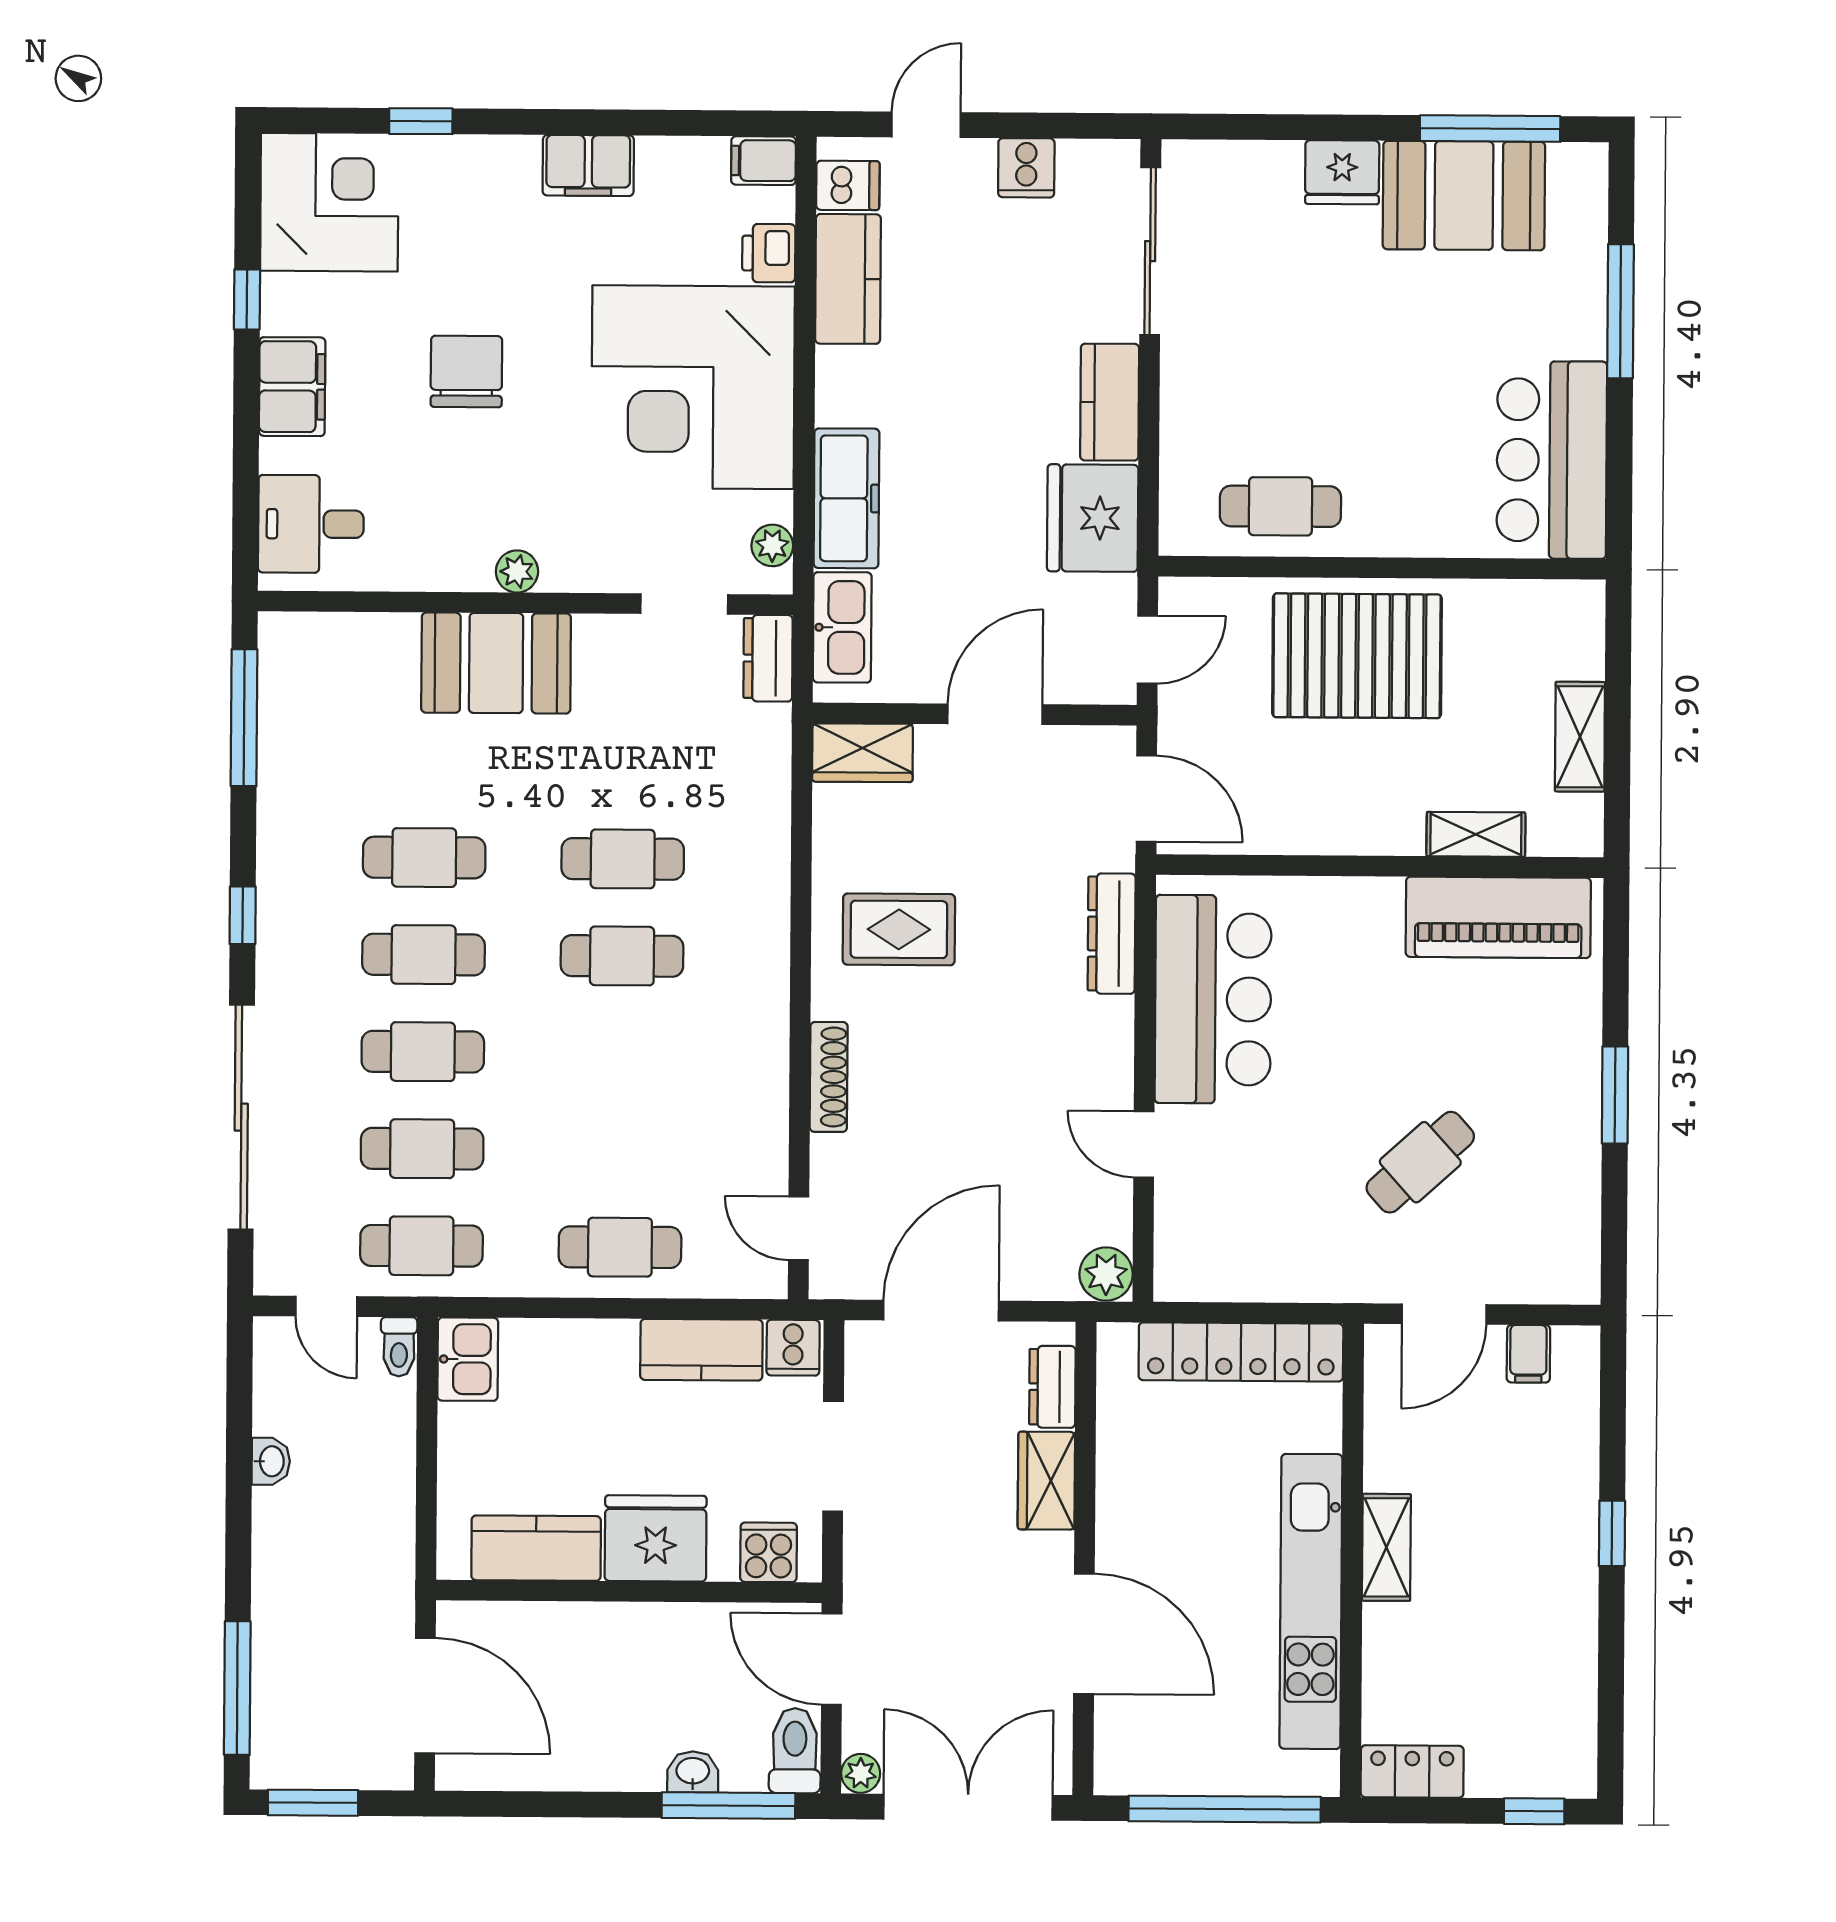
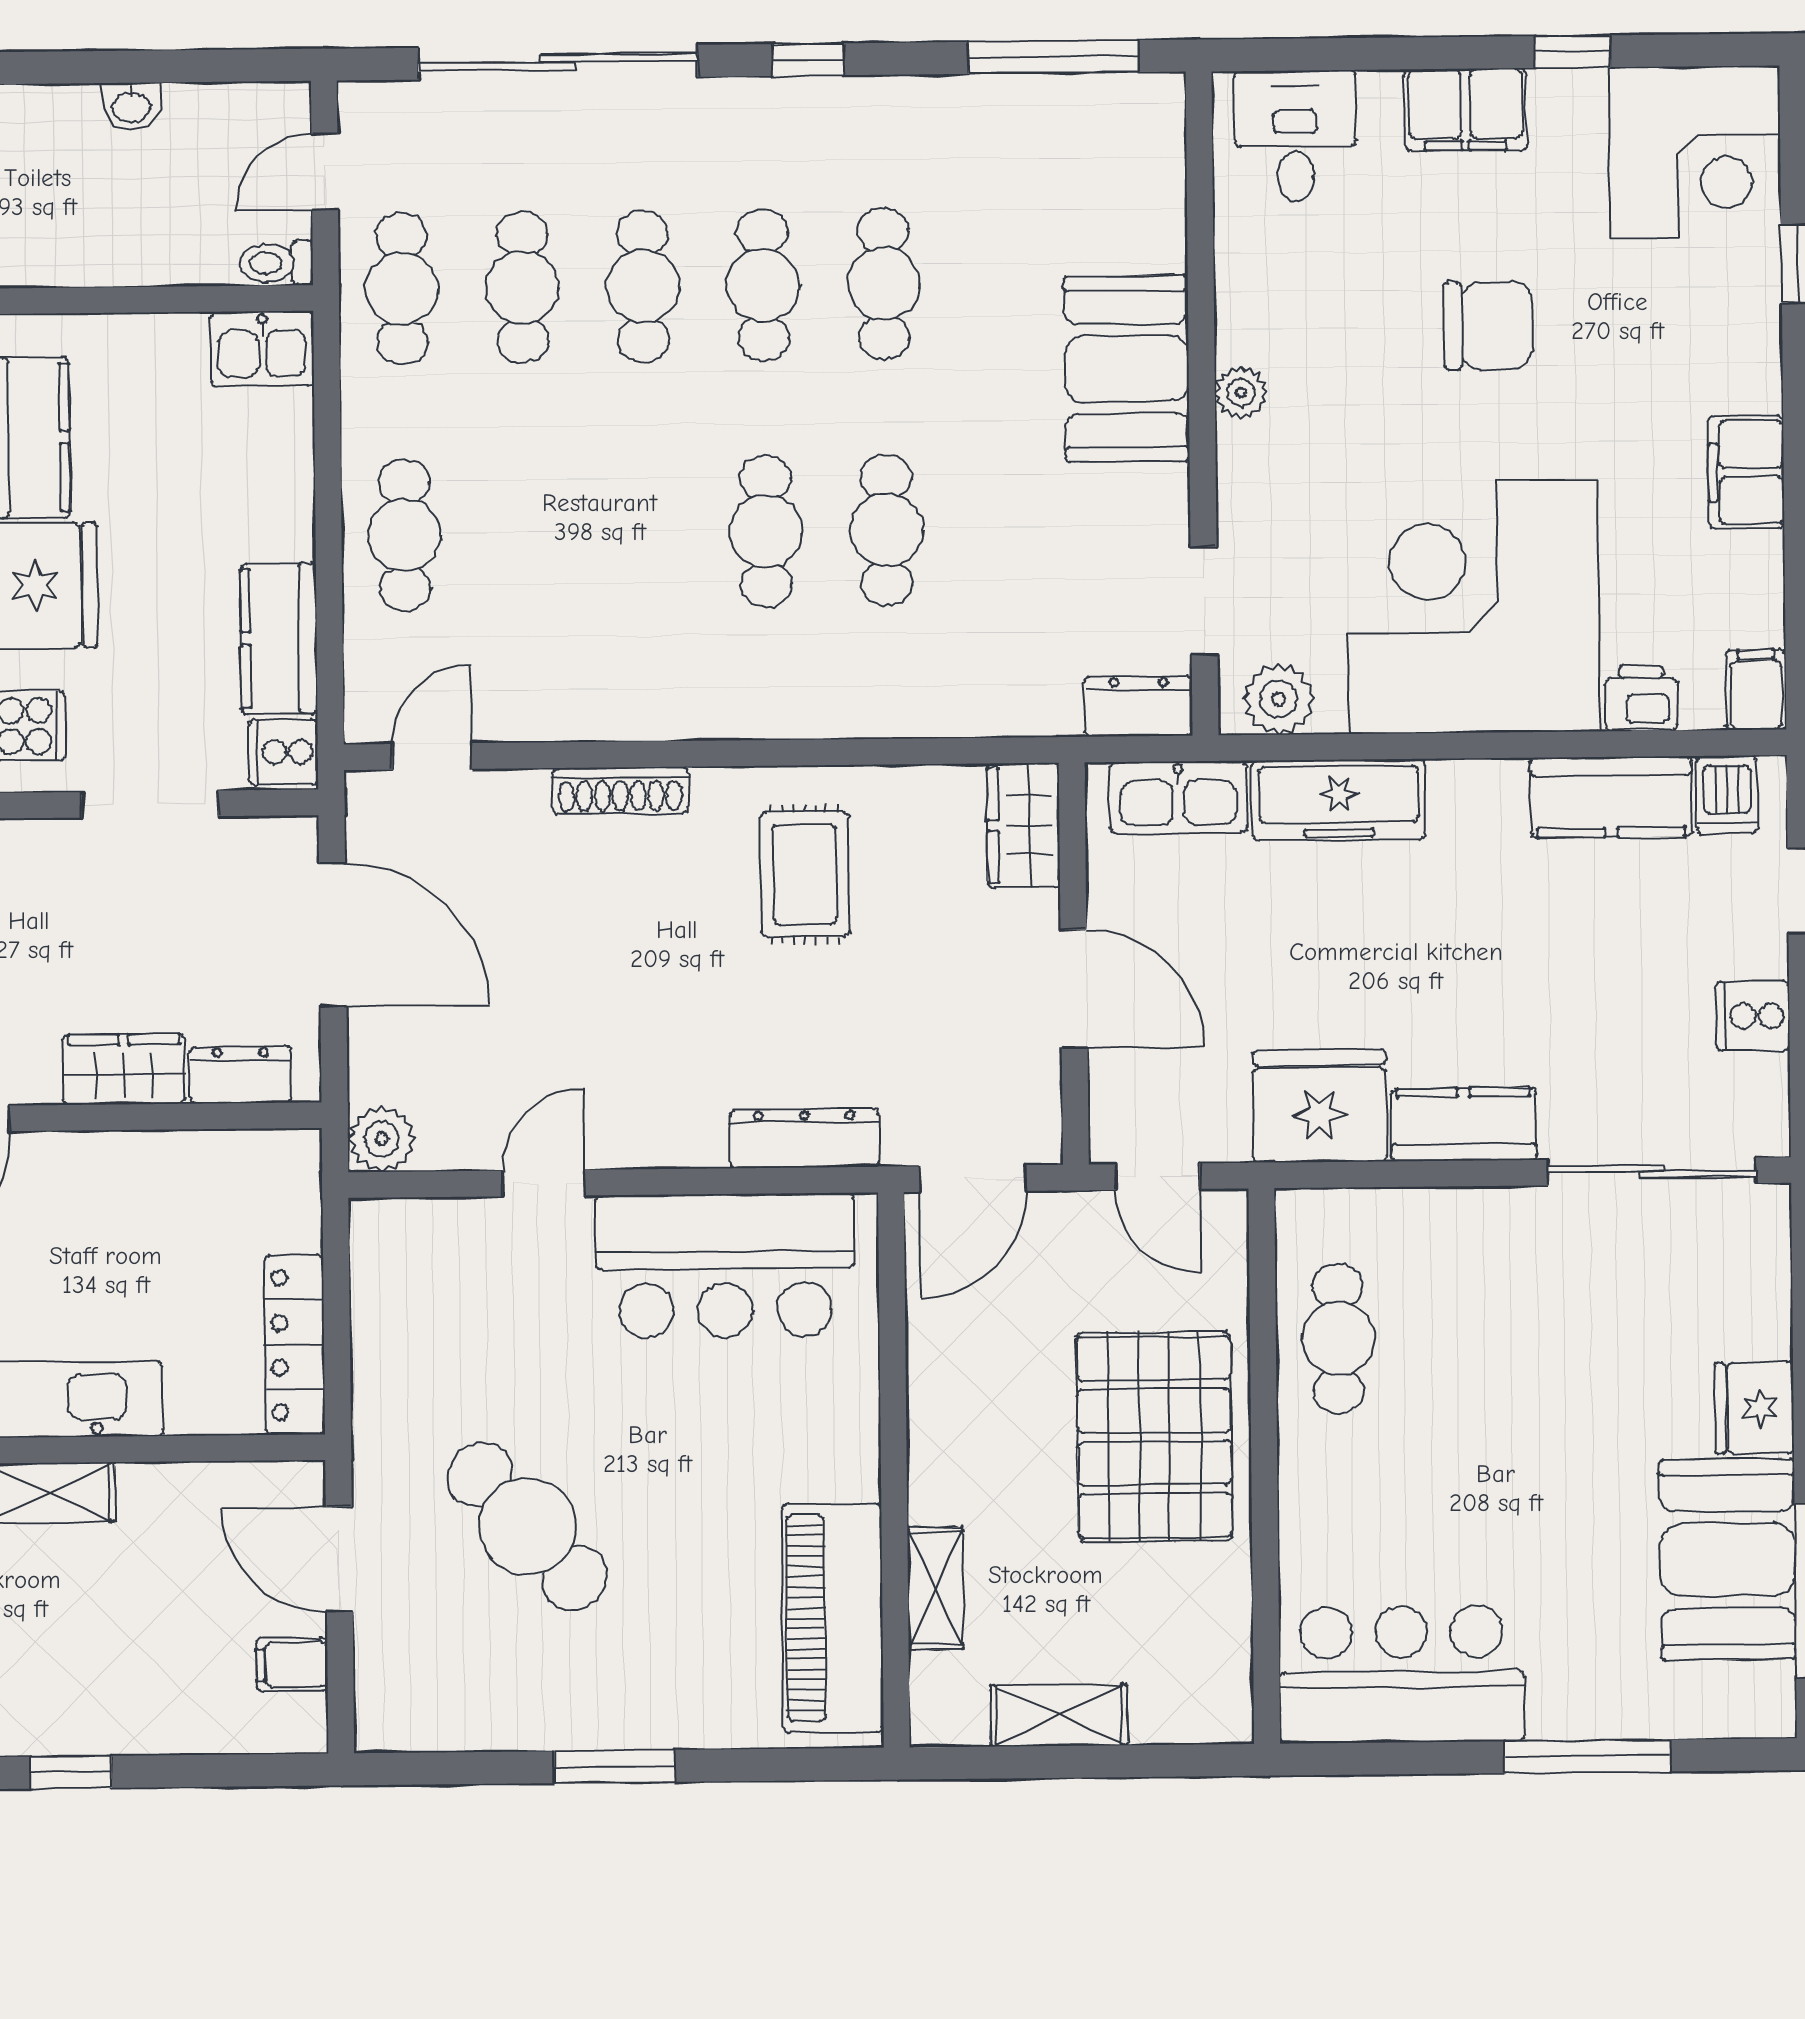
plant: (772, 545) -> (1279, 699), width x1.38, depth x1.38
cafe table: (1420, 1162) -> (527, 1526), width x1.37, depth x1.35
locker: (1241, 1352) -> (295, 1345), width x0.71, depth x0.83

